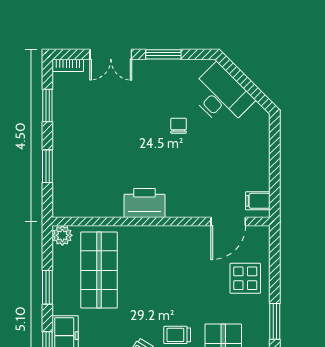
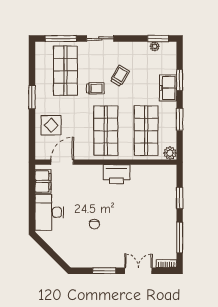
desk: (221, 96) -> (49, 212), moved, turned 45
window: (47, 105) -> (180, 237), width x1.44
filing cabinet: (258, 201) -> (43, 181), width x2.00
shop shelf: (161, 270) -> (106, 131), added

